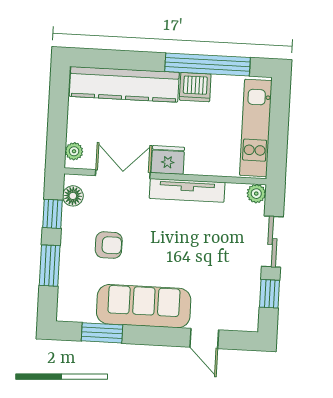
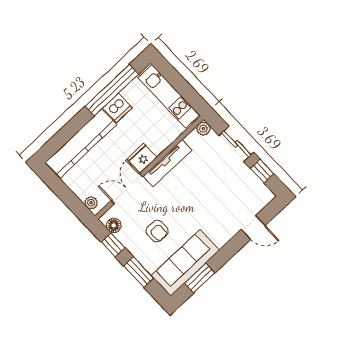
armchair: (109, 245) -> (157, 231), turned 90
sofa: (144, 306) -> (185, 263), moved

